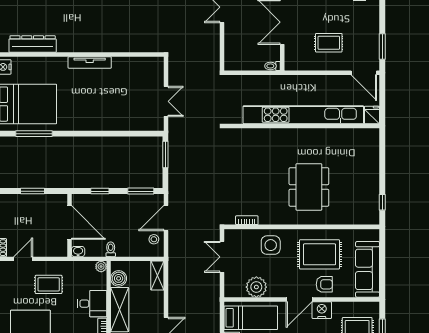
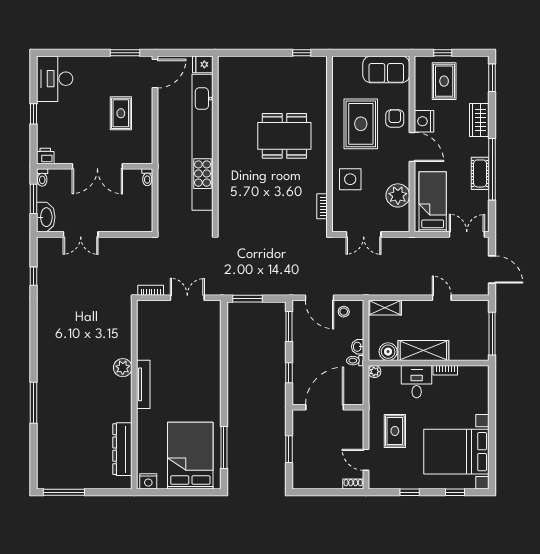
plant: (104, 44) -> (123, 368), added
bookcase: (173, 69) -> (151, 290), added
washbasin: (78, 252) -> (358, 347), moved
sofa: (368, 269) -> (386, 69), width x0.73

